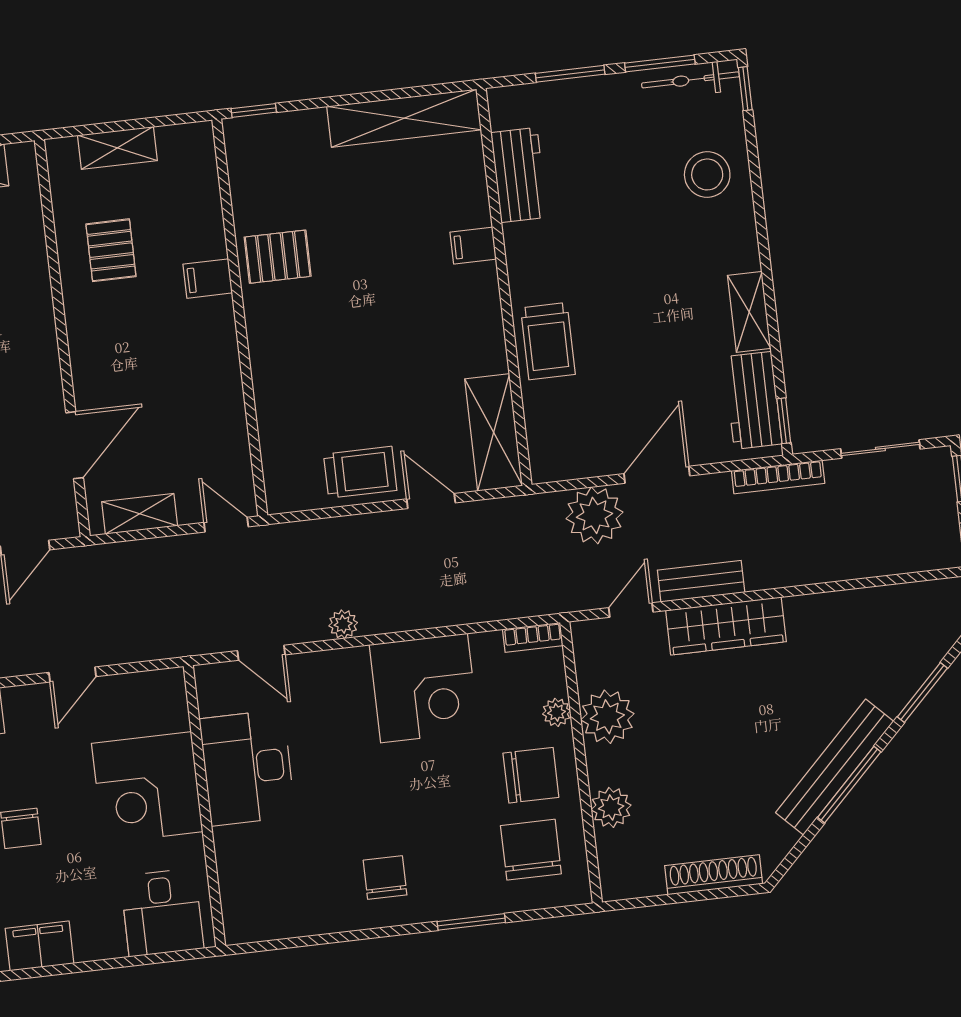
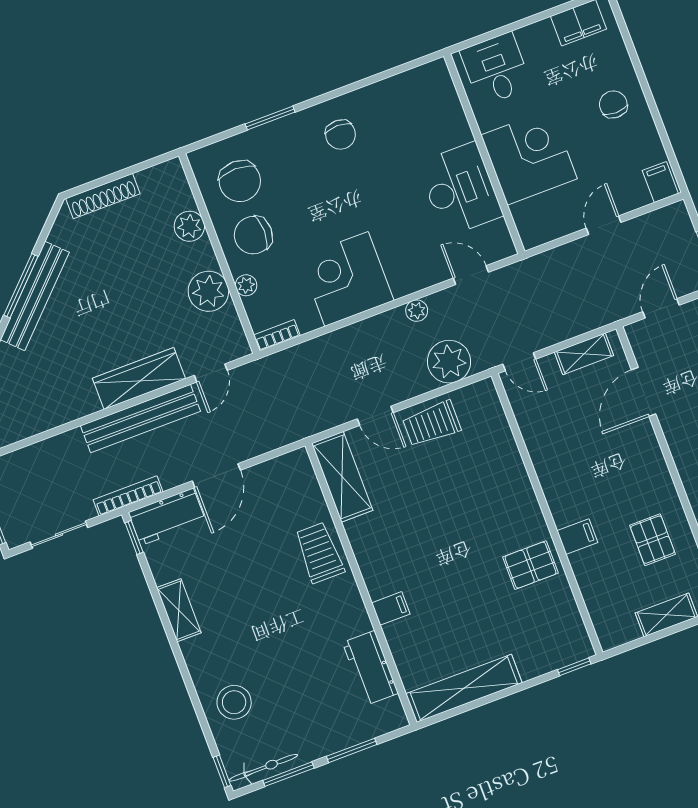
workbench: (753, 400) -> (167, 517), moved, turned 90
plant: (594, 515) -> (449, 362), moved
bench: (701, 581) -> (140, 418), width x1.86, depth x1.21

